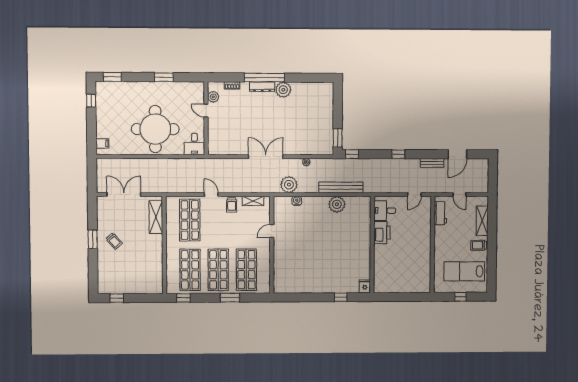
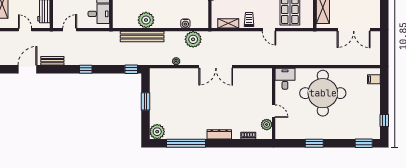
window: (264, 78) -> (186, 143), moved
plant: (283, 90) -> (157, 132), moved
window: (338, 138) -> (146, 101), moved

